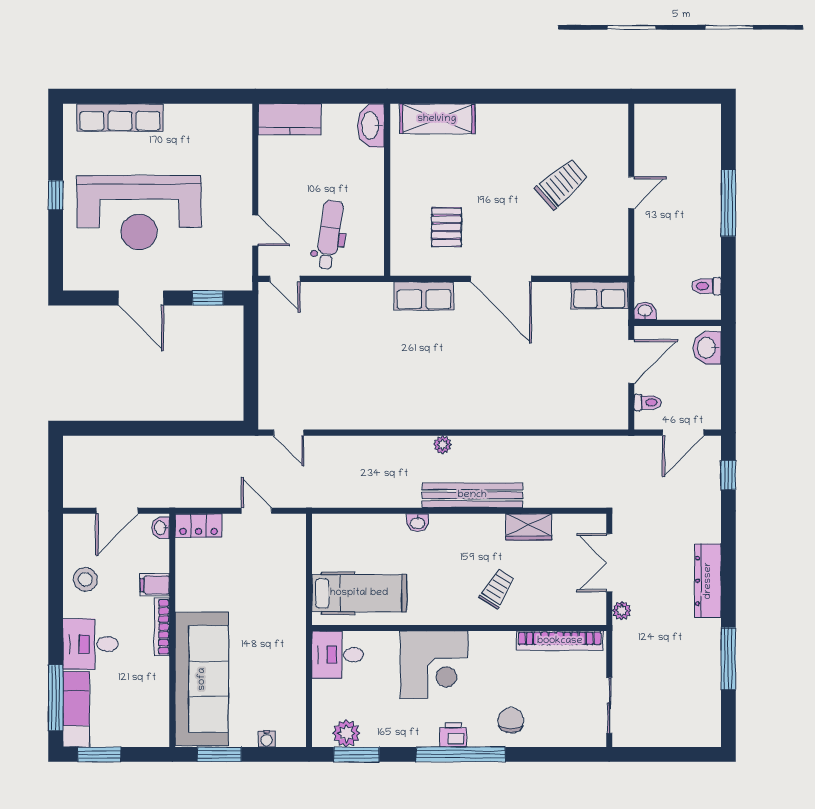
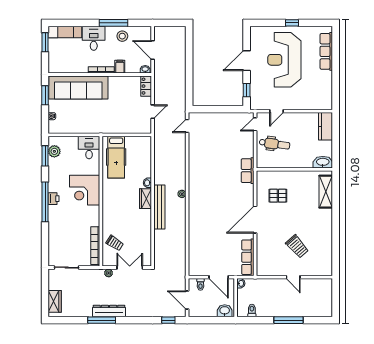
row of seats: (599, 295) -> (248, 257), width x1.48
row of seats: (424, 296) -> (248, 171), moved
wardrobe: (529, 527) -> (145, 199), moved
dresser: (708, 581) -> (109, 311), moved
trolley: (497, 589) -> (115, 243), moved
window: (728, 659) -> (102, 320), moved
window: (56, 698) -> (114, 23), moved
chair: (511, 720) -> (60, 224), removed
wardrobe: (686, 733) -> (55, 301), added

